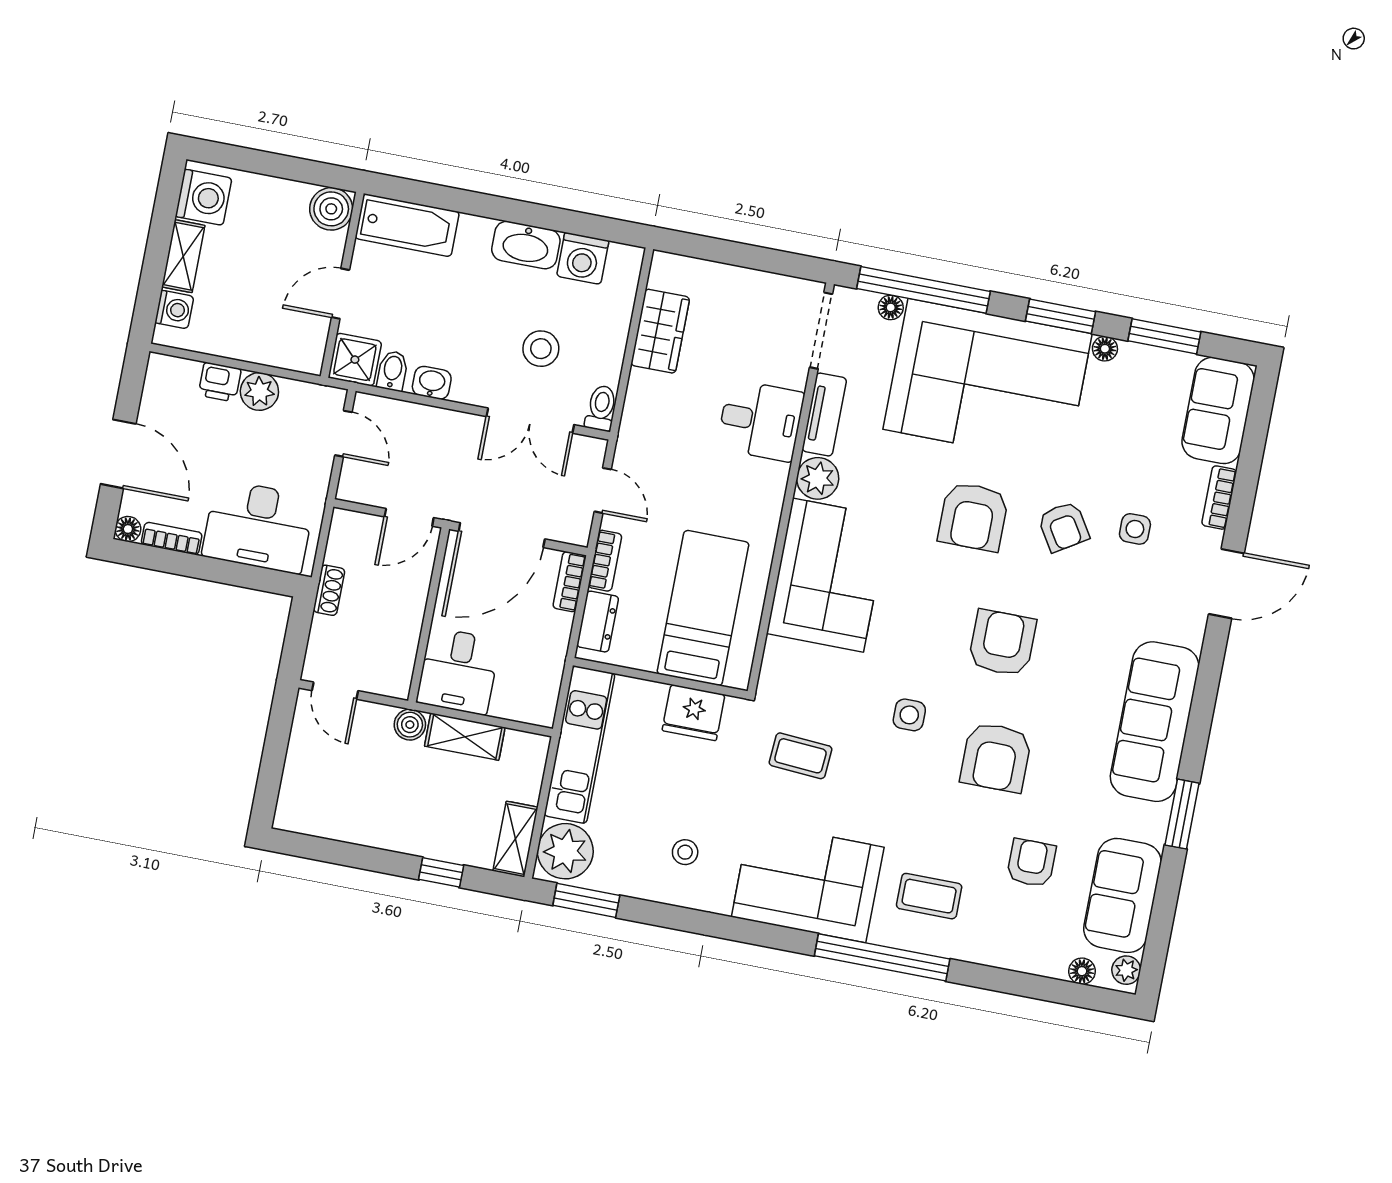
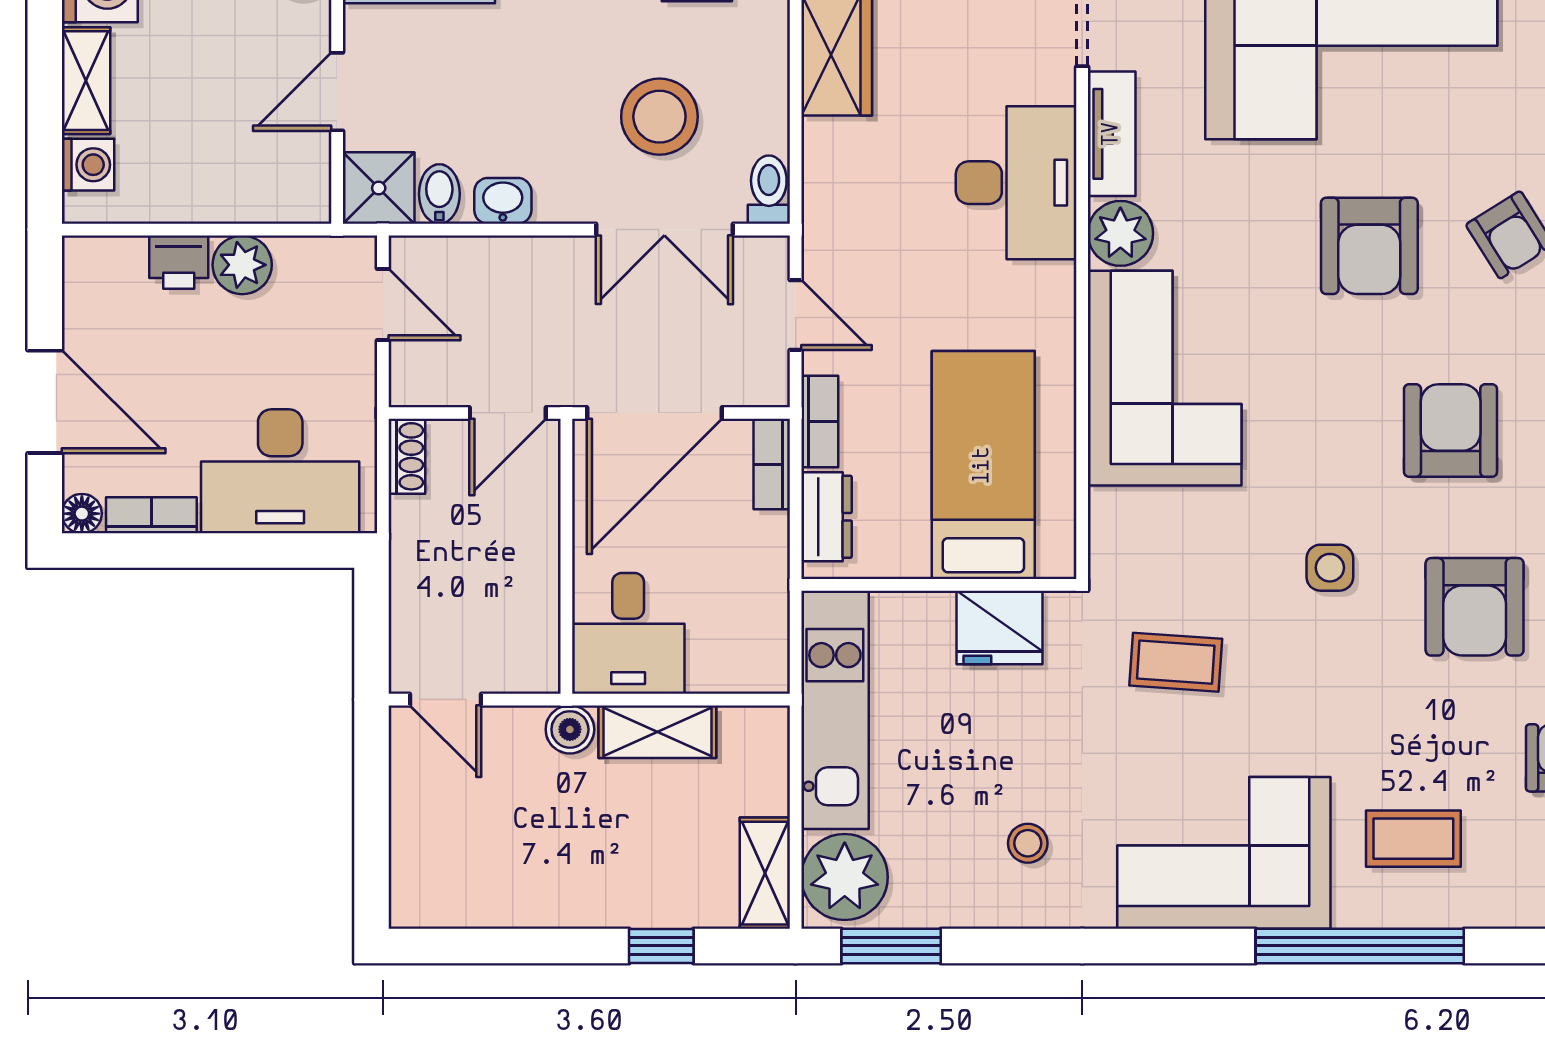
stool: (541, 349) -> (659, 117), width x1.38, depth x1.38
desk: (761, 421) -> (1016, 183), width x1.37
shoe rack: (329, 590) -> (407, 456), moved

